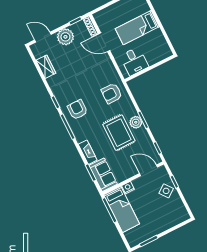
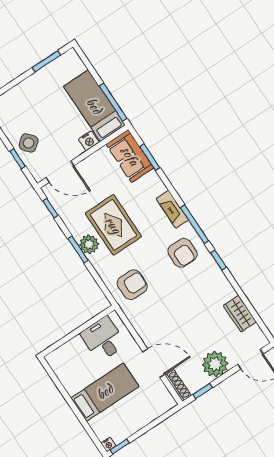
fireplace: (88, 152) -> (172, 209), moved

